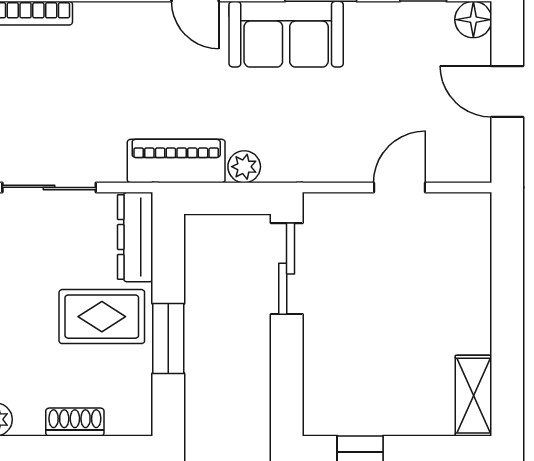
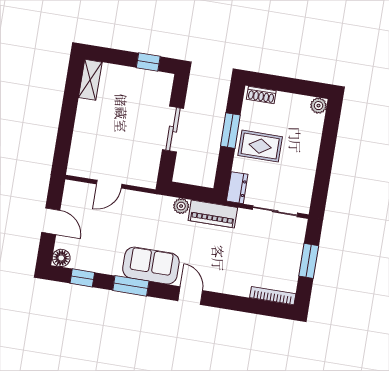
dresser: (135, 237) -> (237, 188), width x0.70
sliding door: (287, 269) -> (173, 129), moved
shoe rack: (75, 422) -> (261, 95), moved

